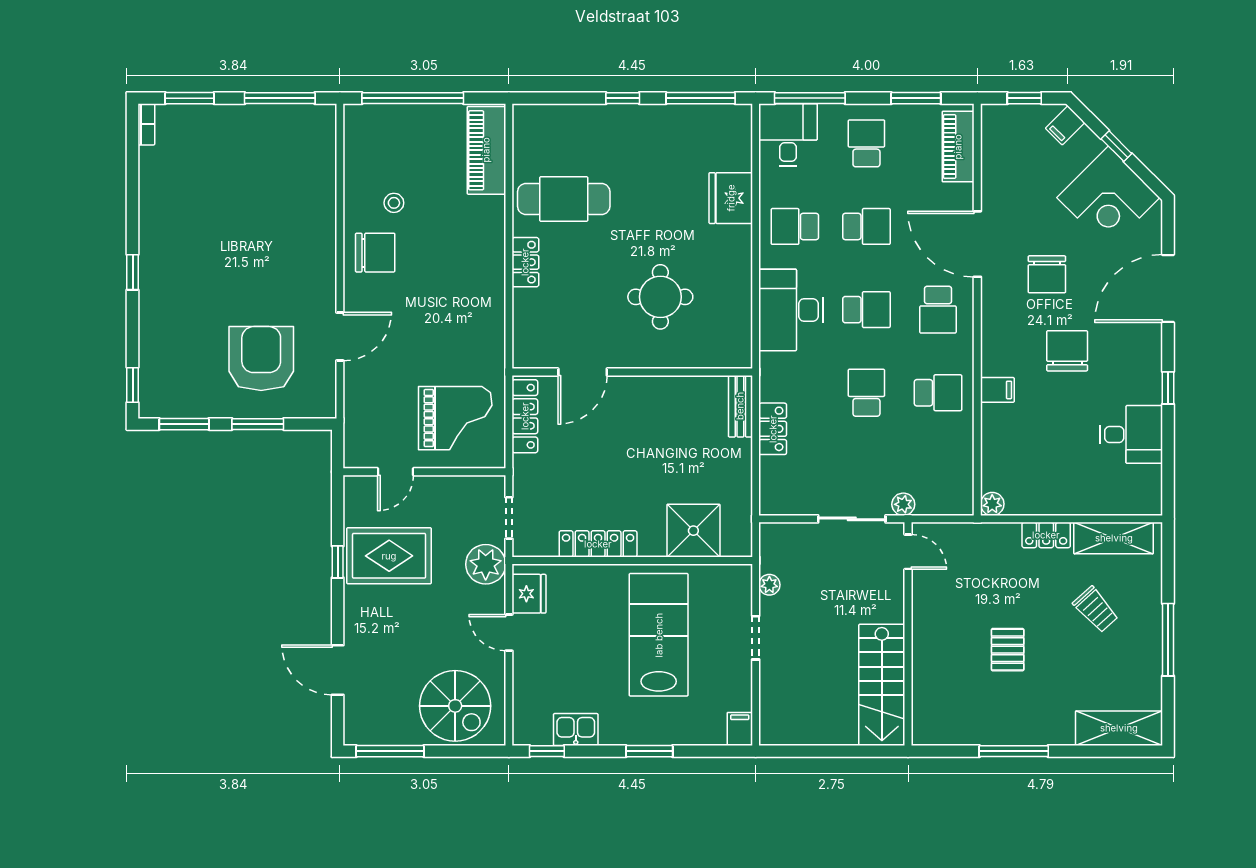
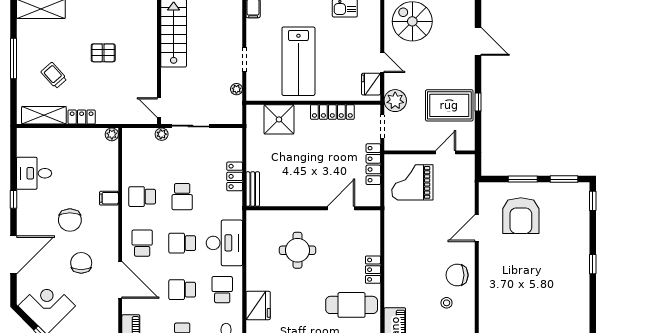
school desk: (795, 226) -> (222, 290), turned -90
locker: (525, 416) -> (373, 164), moved
pallet: (1008, 650) -> (103, 53), turned 90

